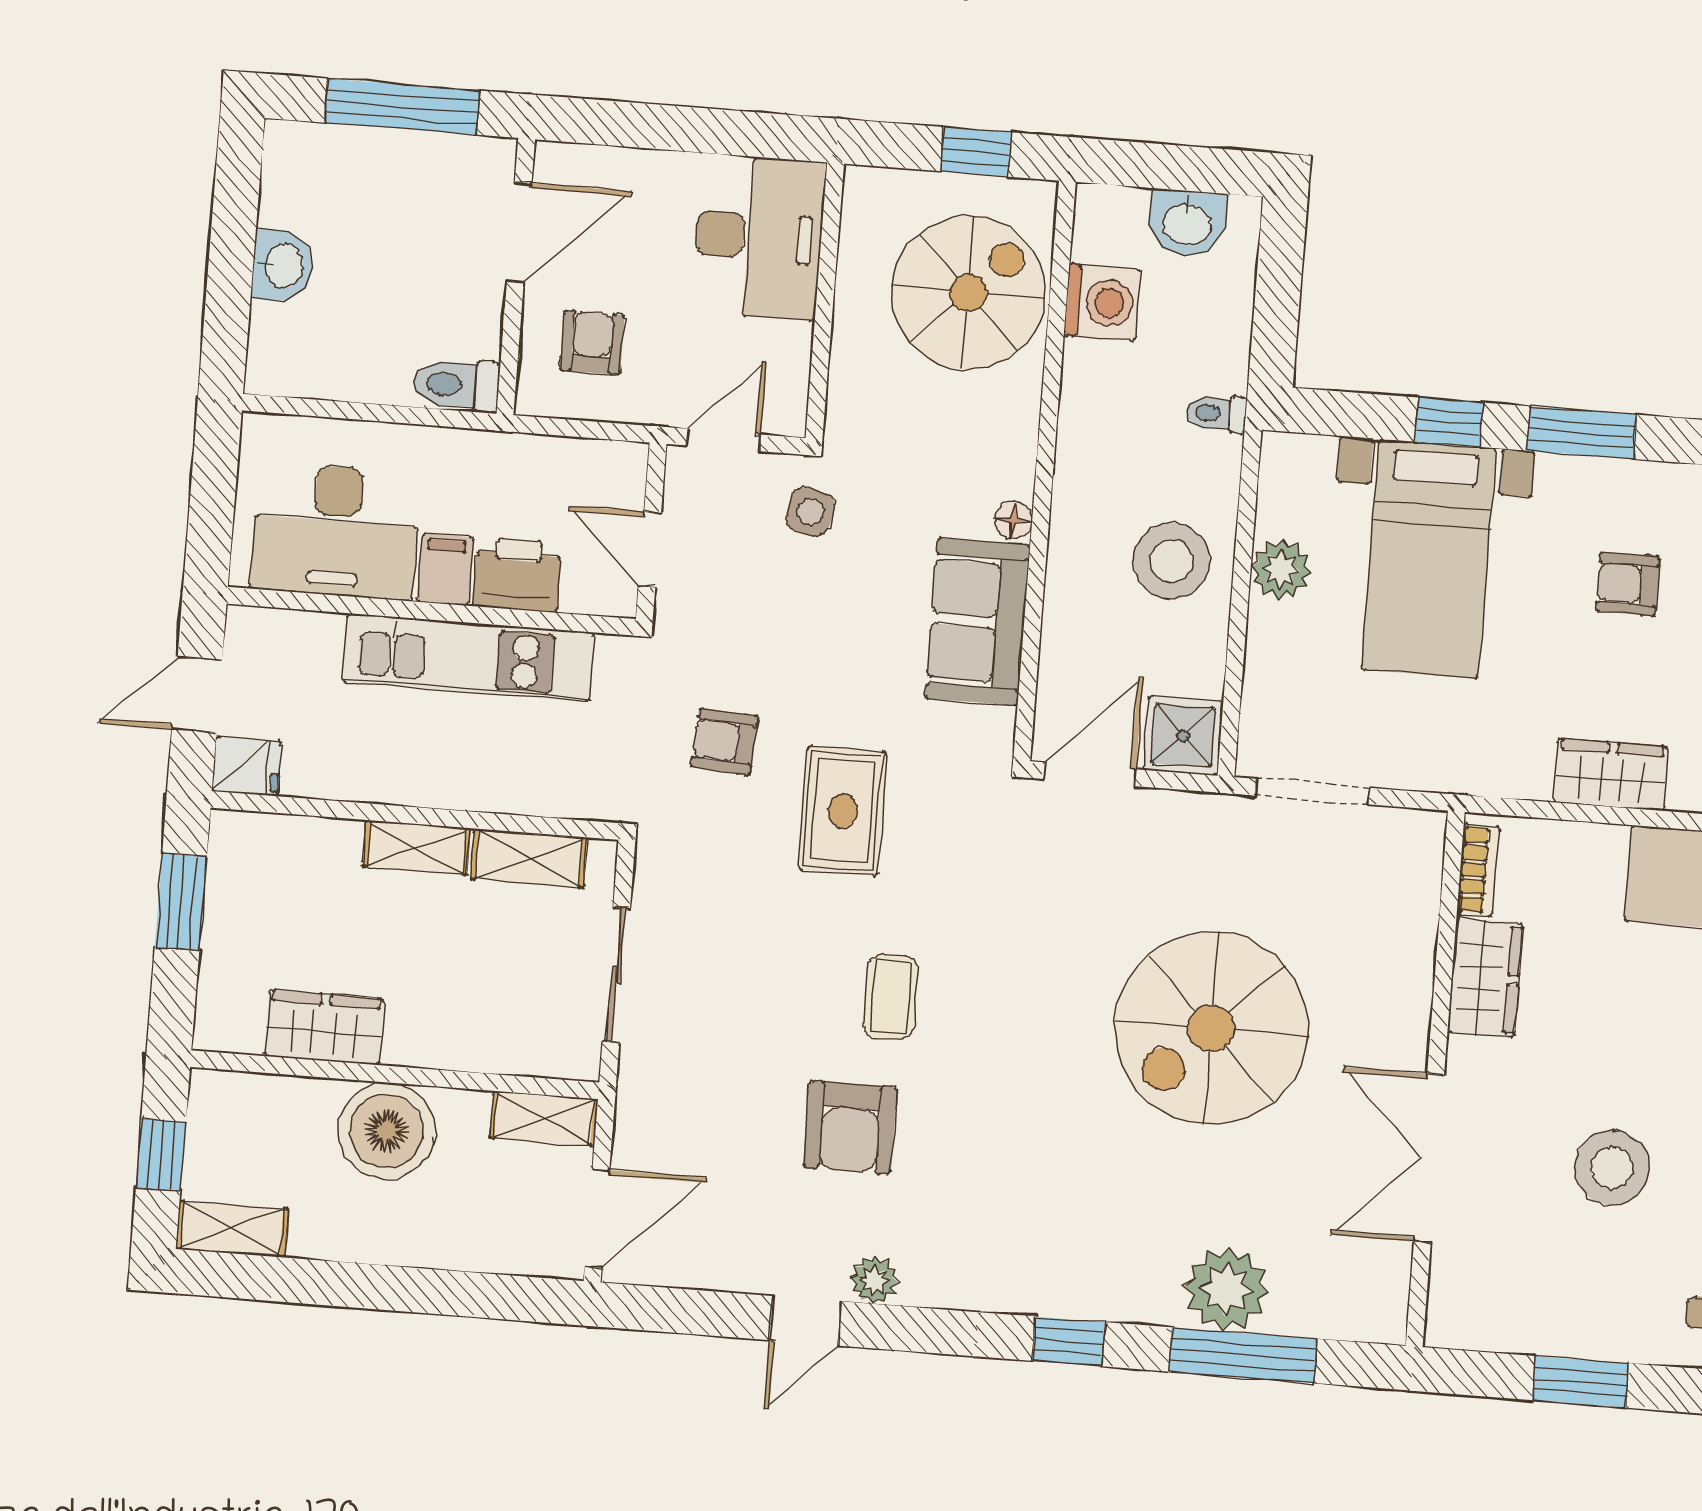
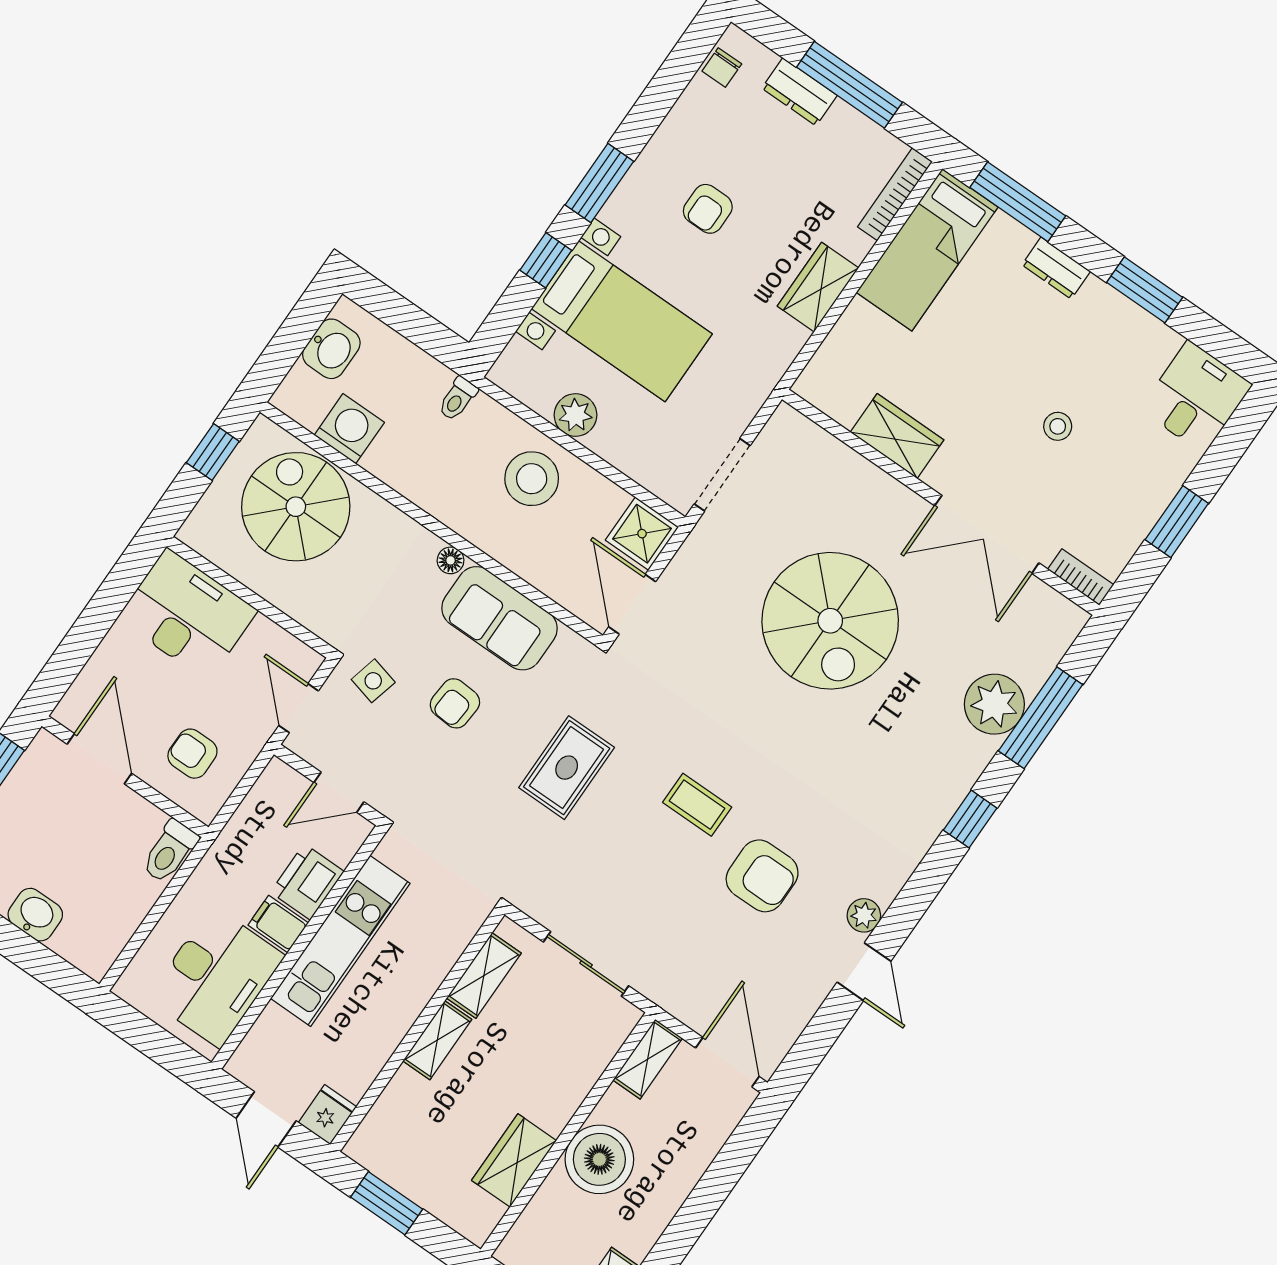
armchair: (725, 742) -> (455, 703), moved
rug: (843, 811) -> (567, 768), turned 90
bookcase: (1478, 870) -> (1081, 577), moved
stool: (1612, 1168) -> (1058, 426), width x0.53, depth x0.53

